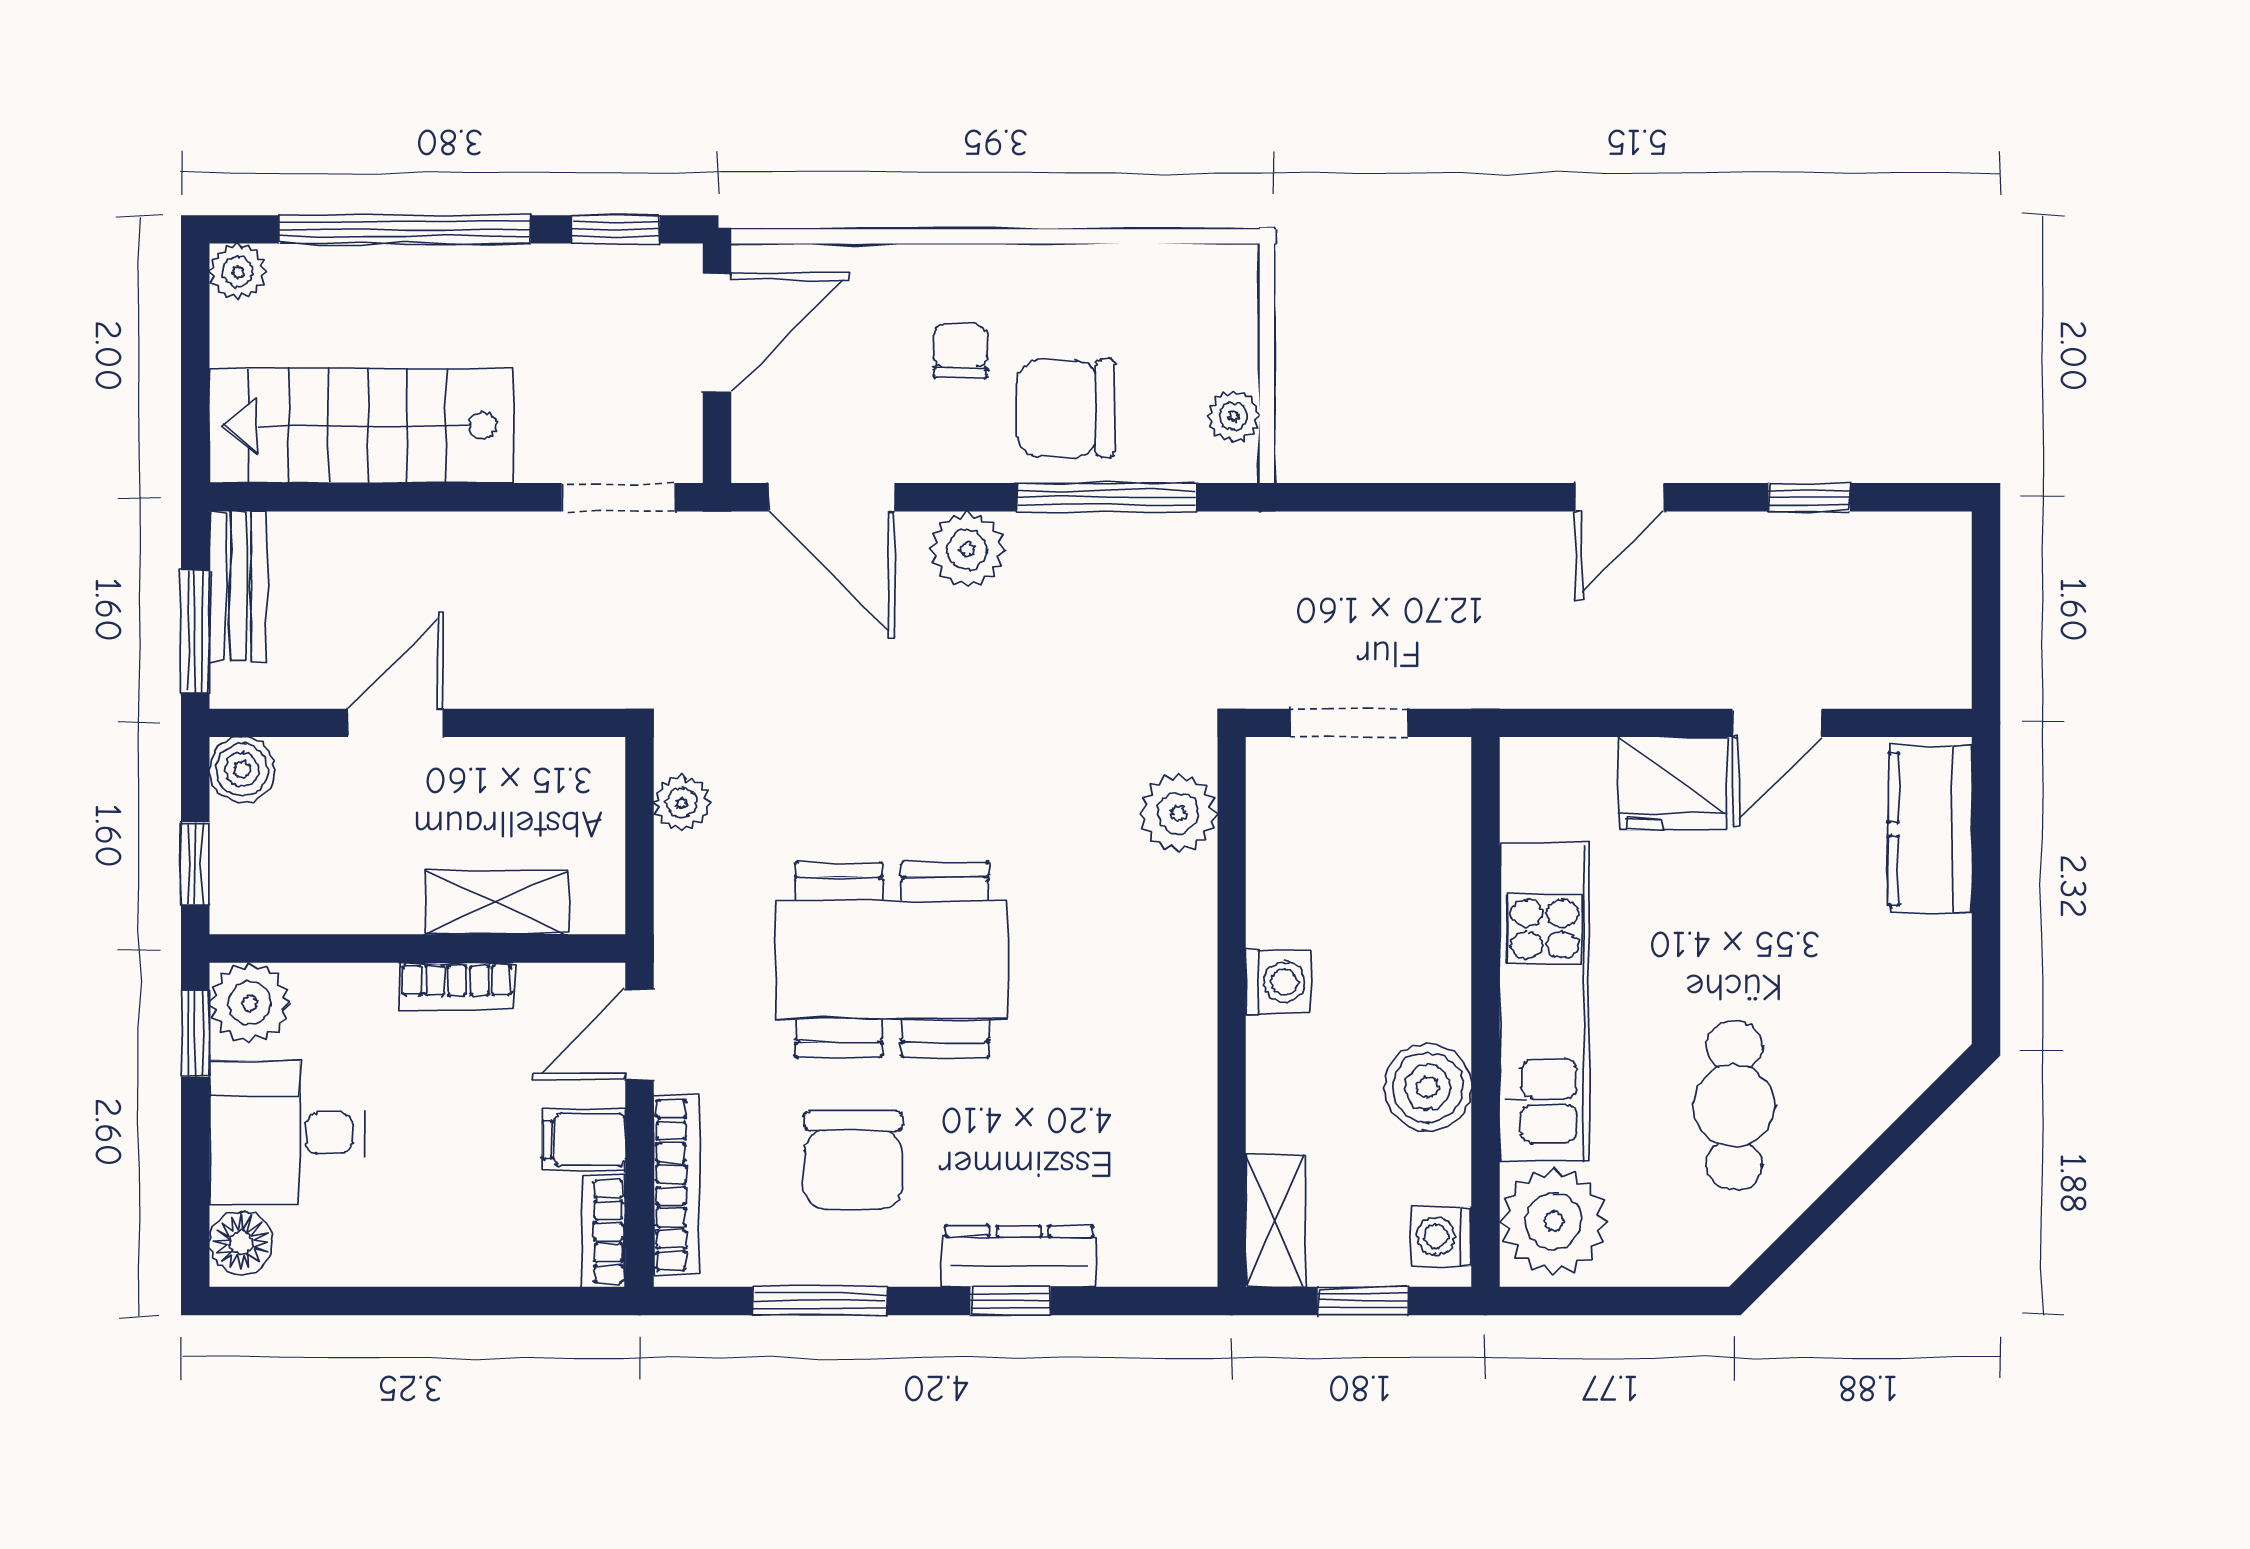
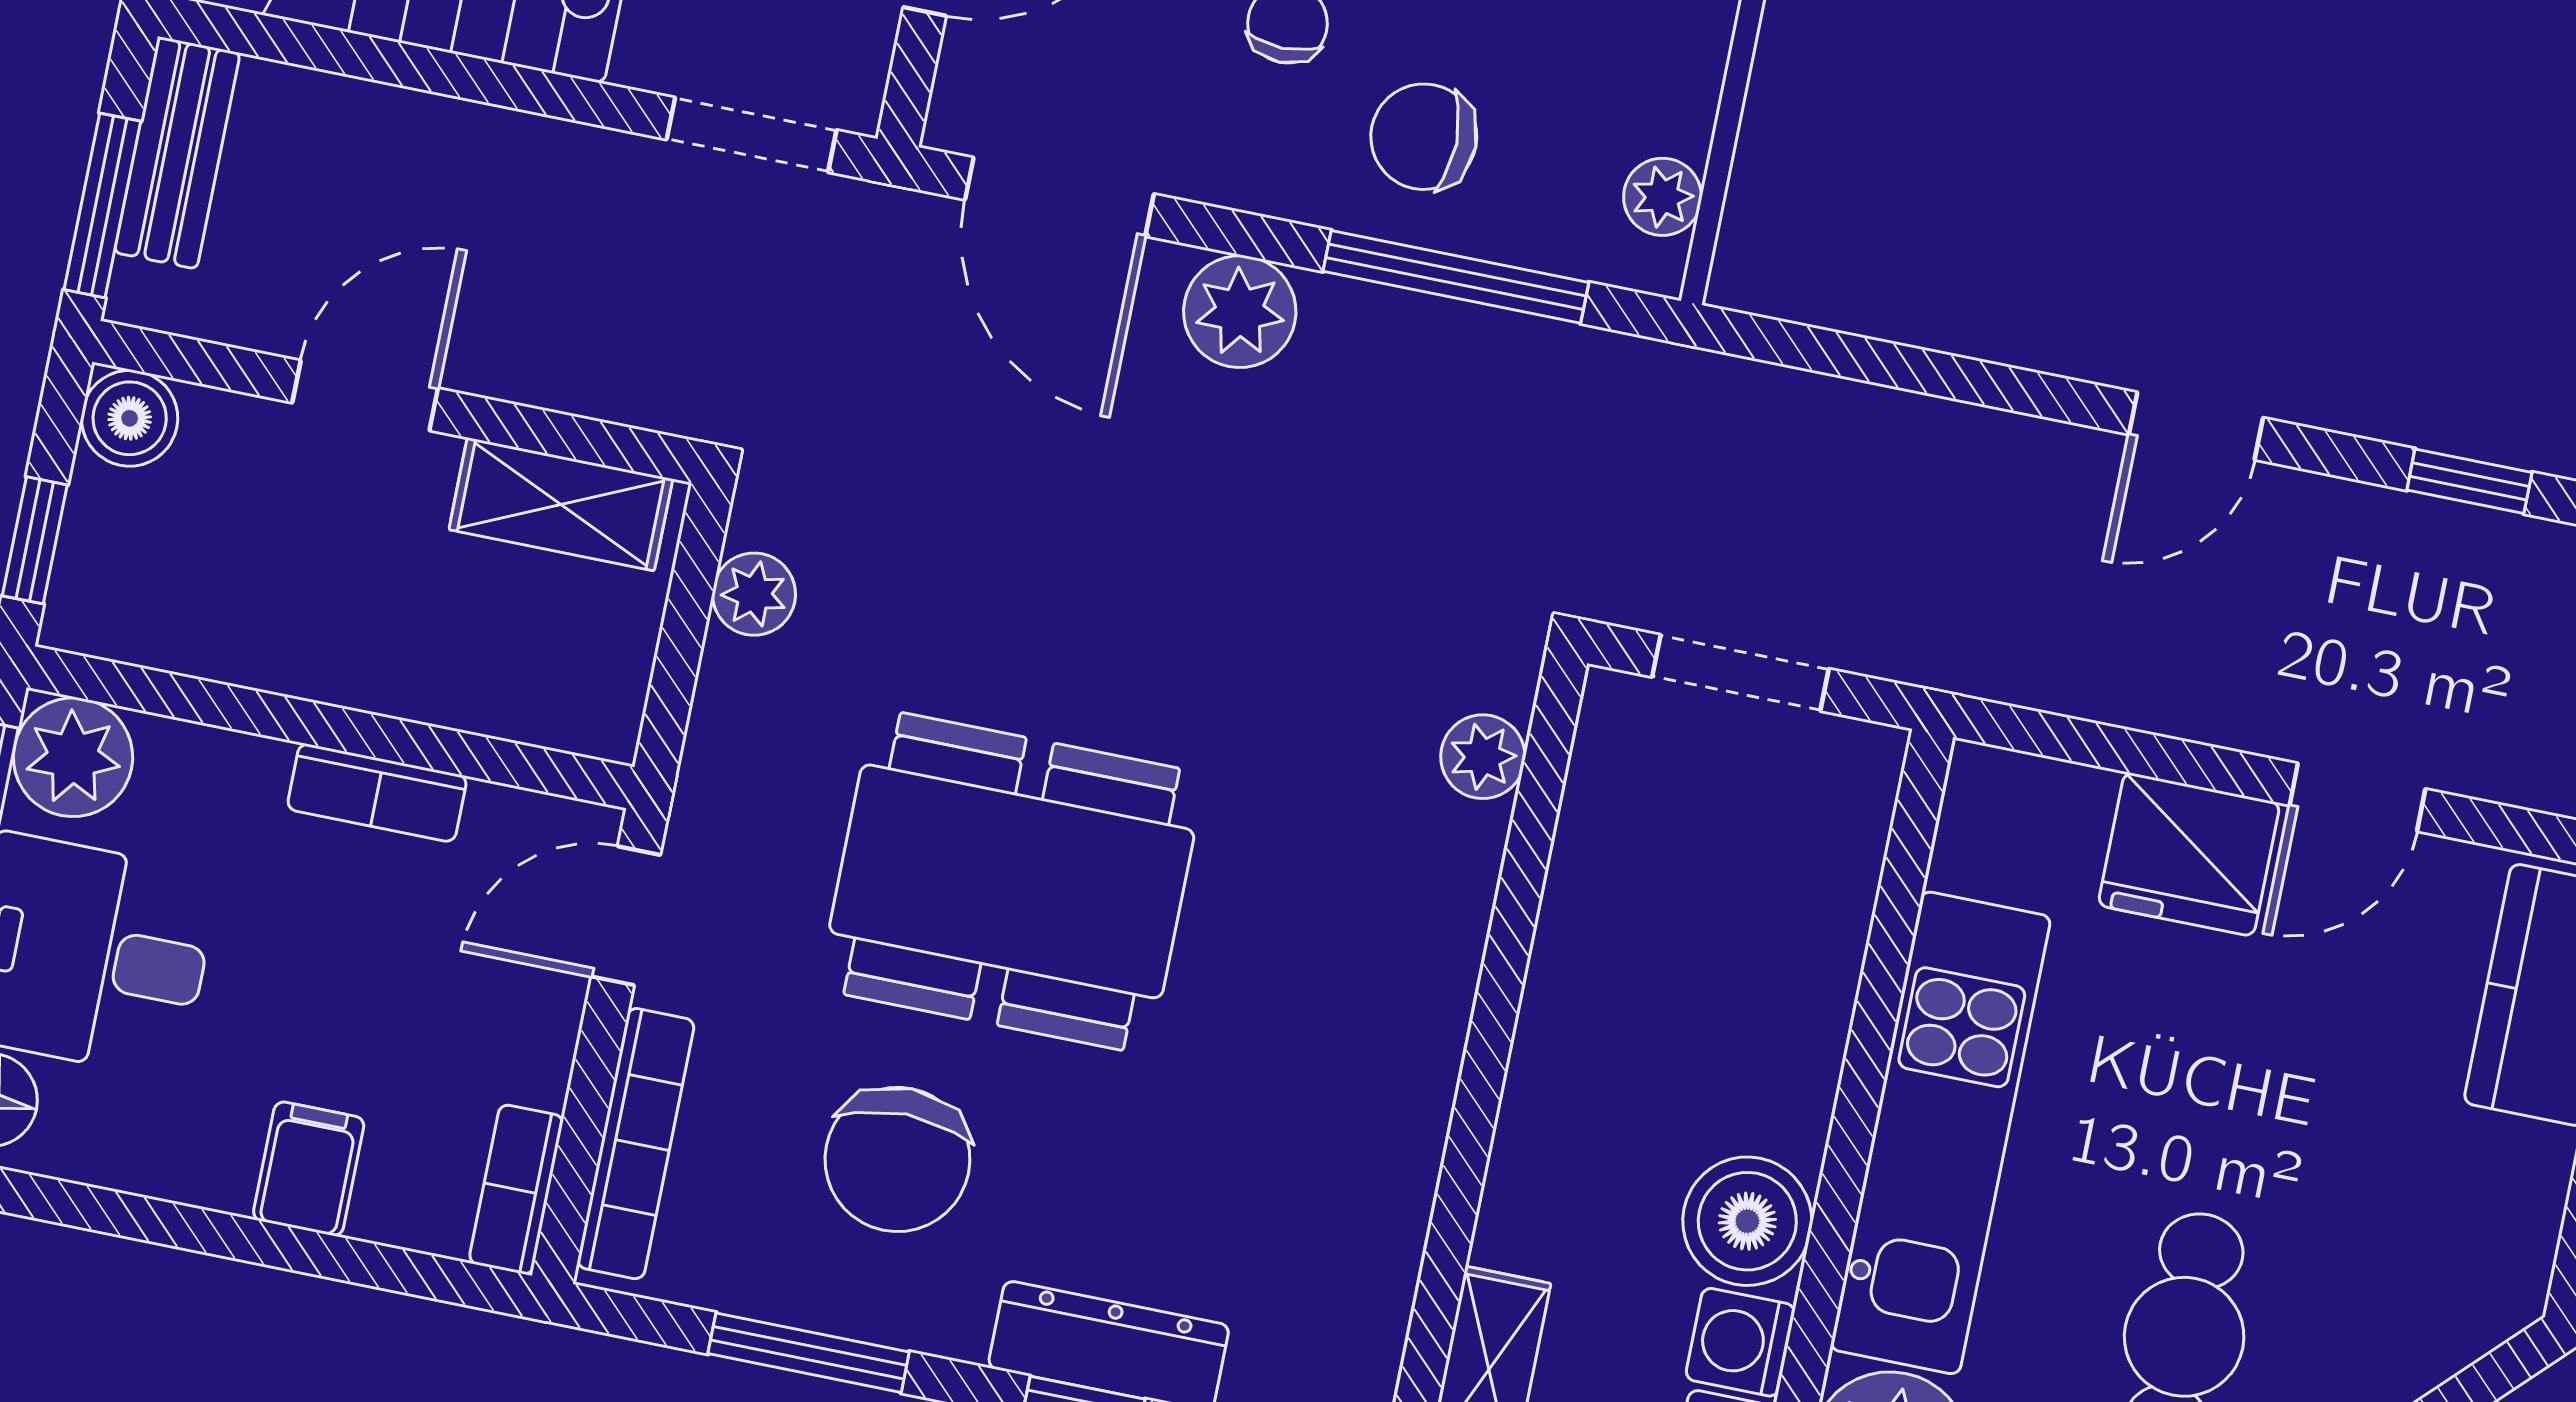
chair: (1066, 408) -> (1424, 137), width x0.73, depth x0.73
plant: (1178, 813) -> (1483, 757), width x0.73, depth x0.73
shelving: (497, 902) -> (561, 504), moved
washing machine: (1278, 982) -> (1740, 1342), moved, turned 180
filing cabinet: (584, 1140) -> (309, 1169), moved, turned 90

